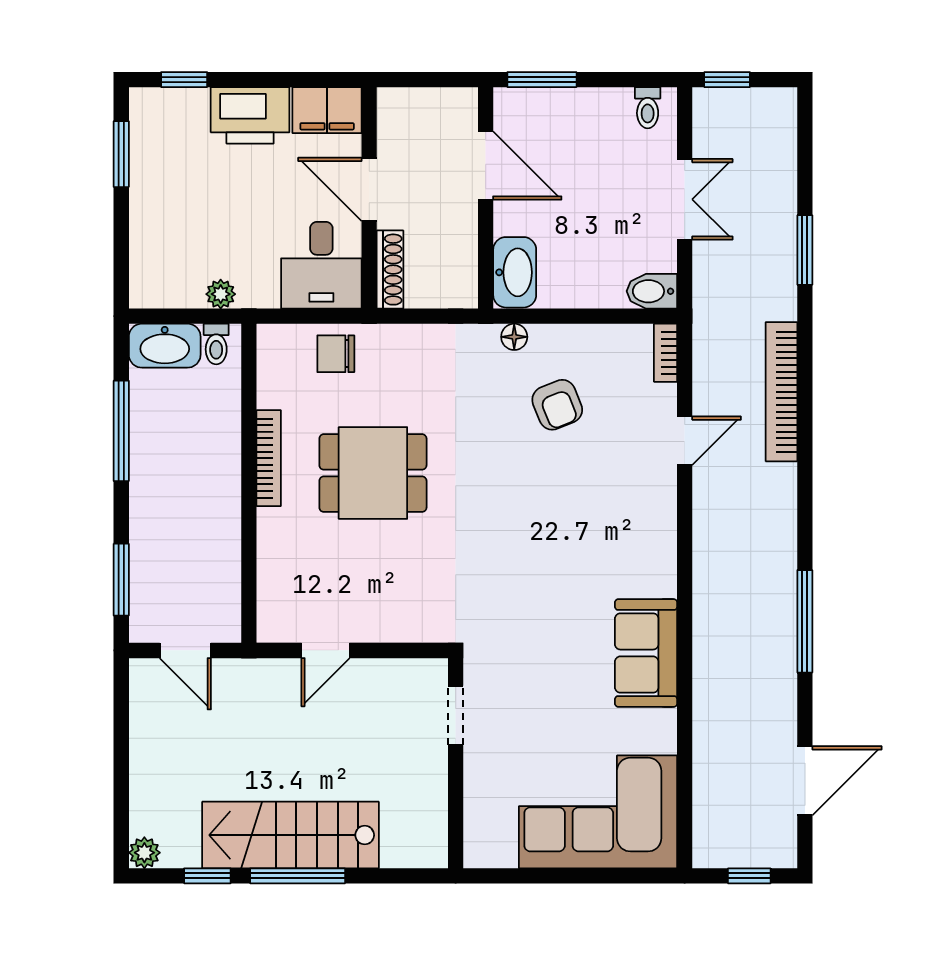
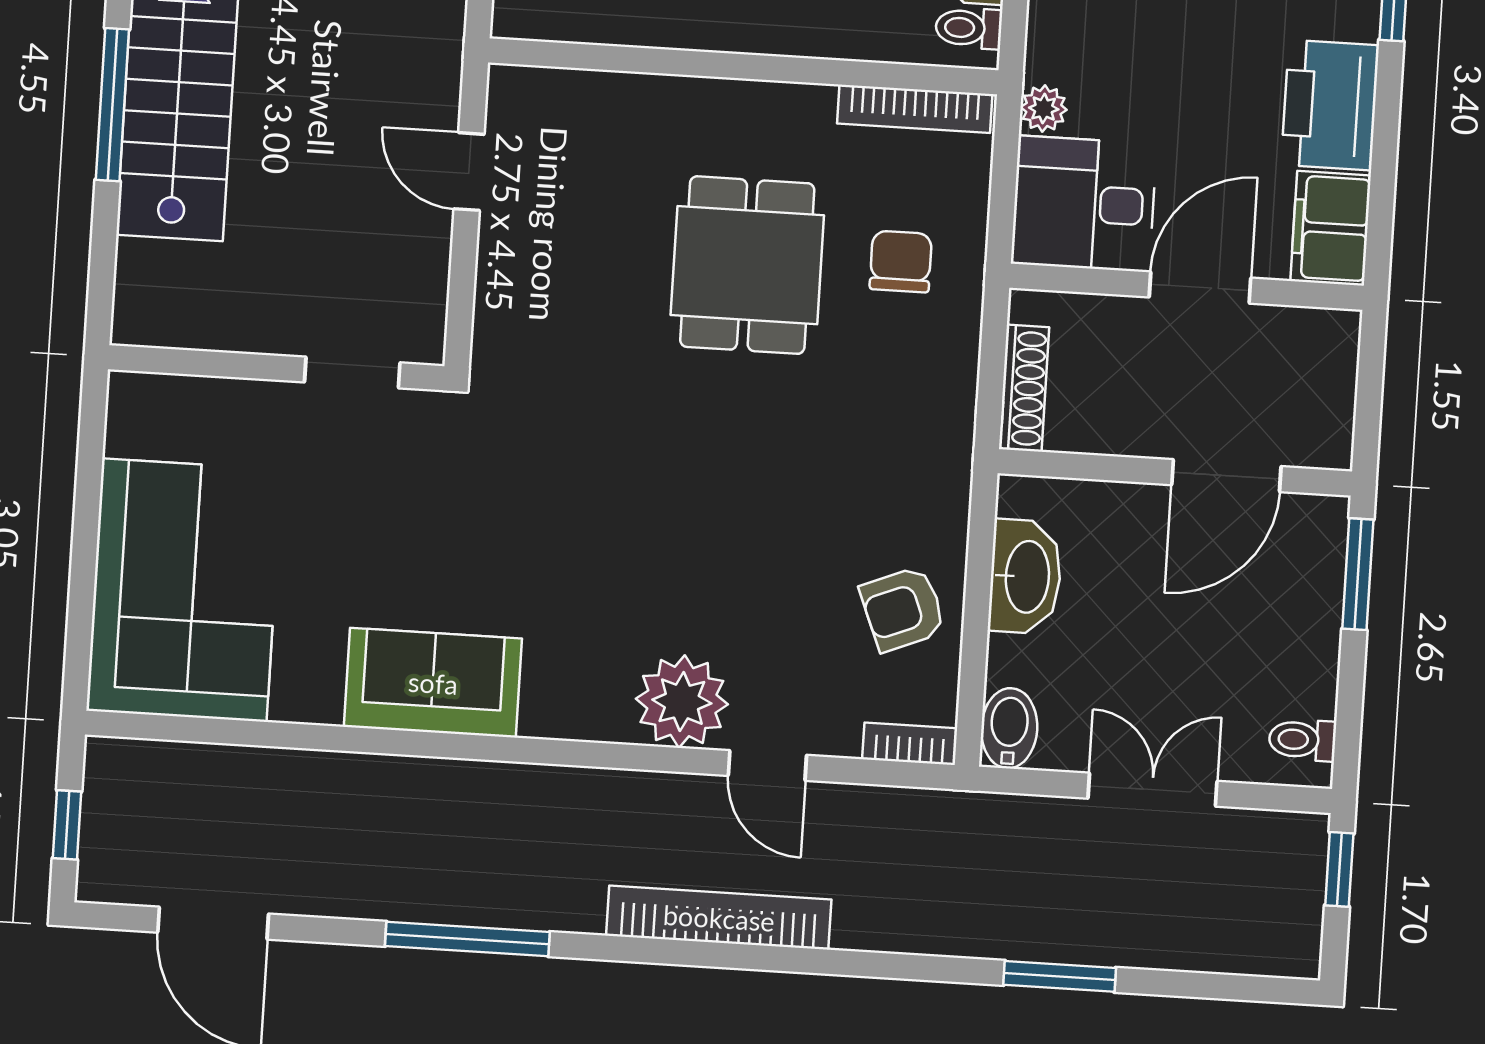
double door: (685, 199) -> (1152, 790), swing flipped
shoe rack: (390, 270) -> (1024, 388), moved, turned -90
washbasin: (515, 272) -> (1025, 577), moved, turned -90
plant: (221, 294) -> (1044, 108), moved
floor lamp: (514, 337) -> (950, 504), removed
chair: (336, 354) -> (901, 261), moved
bookcase: (782, 392) -> (719, 918), moved
armchair: (557, 405) -> (903, 609), moved
bookcase: (269, 458) -> (915, 109), moved
plant: (648, 497) -> (682, 702), added

